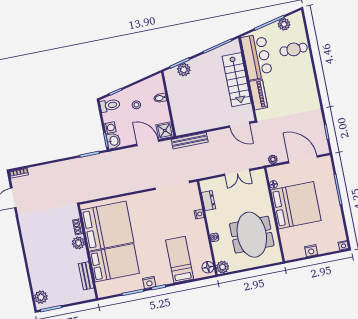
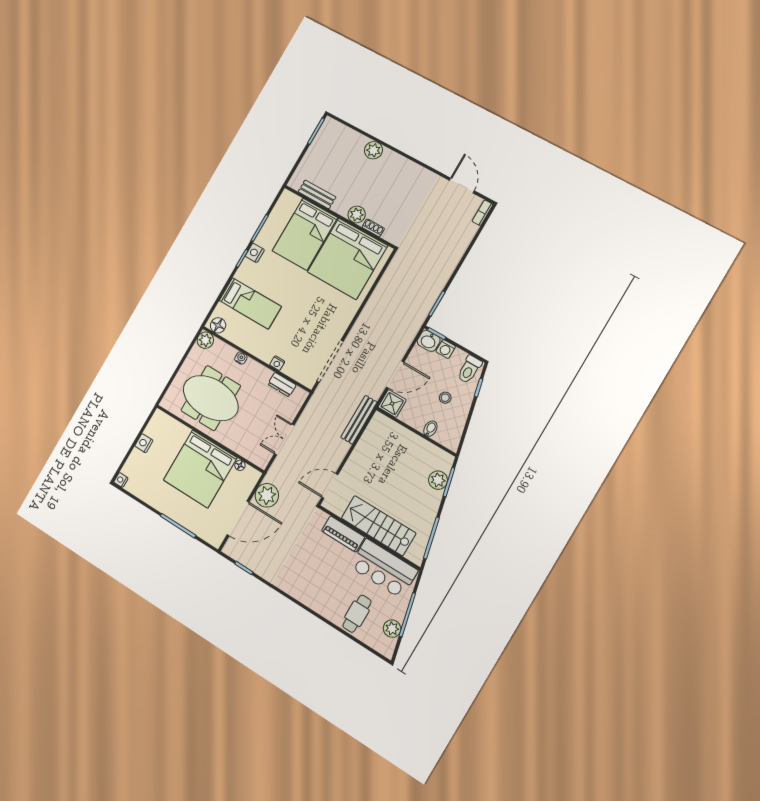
plant: (273, 159) -> (267, 495), width x1.88, depth x1.88
plant: (41, 297) -> (373, 150), moved

